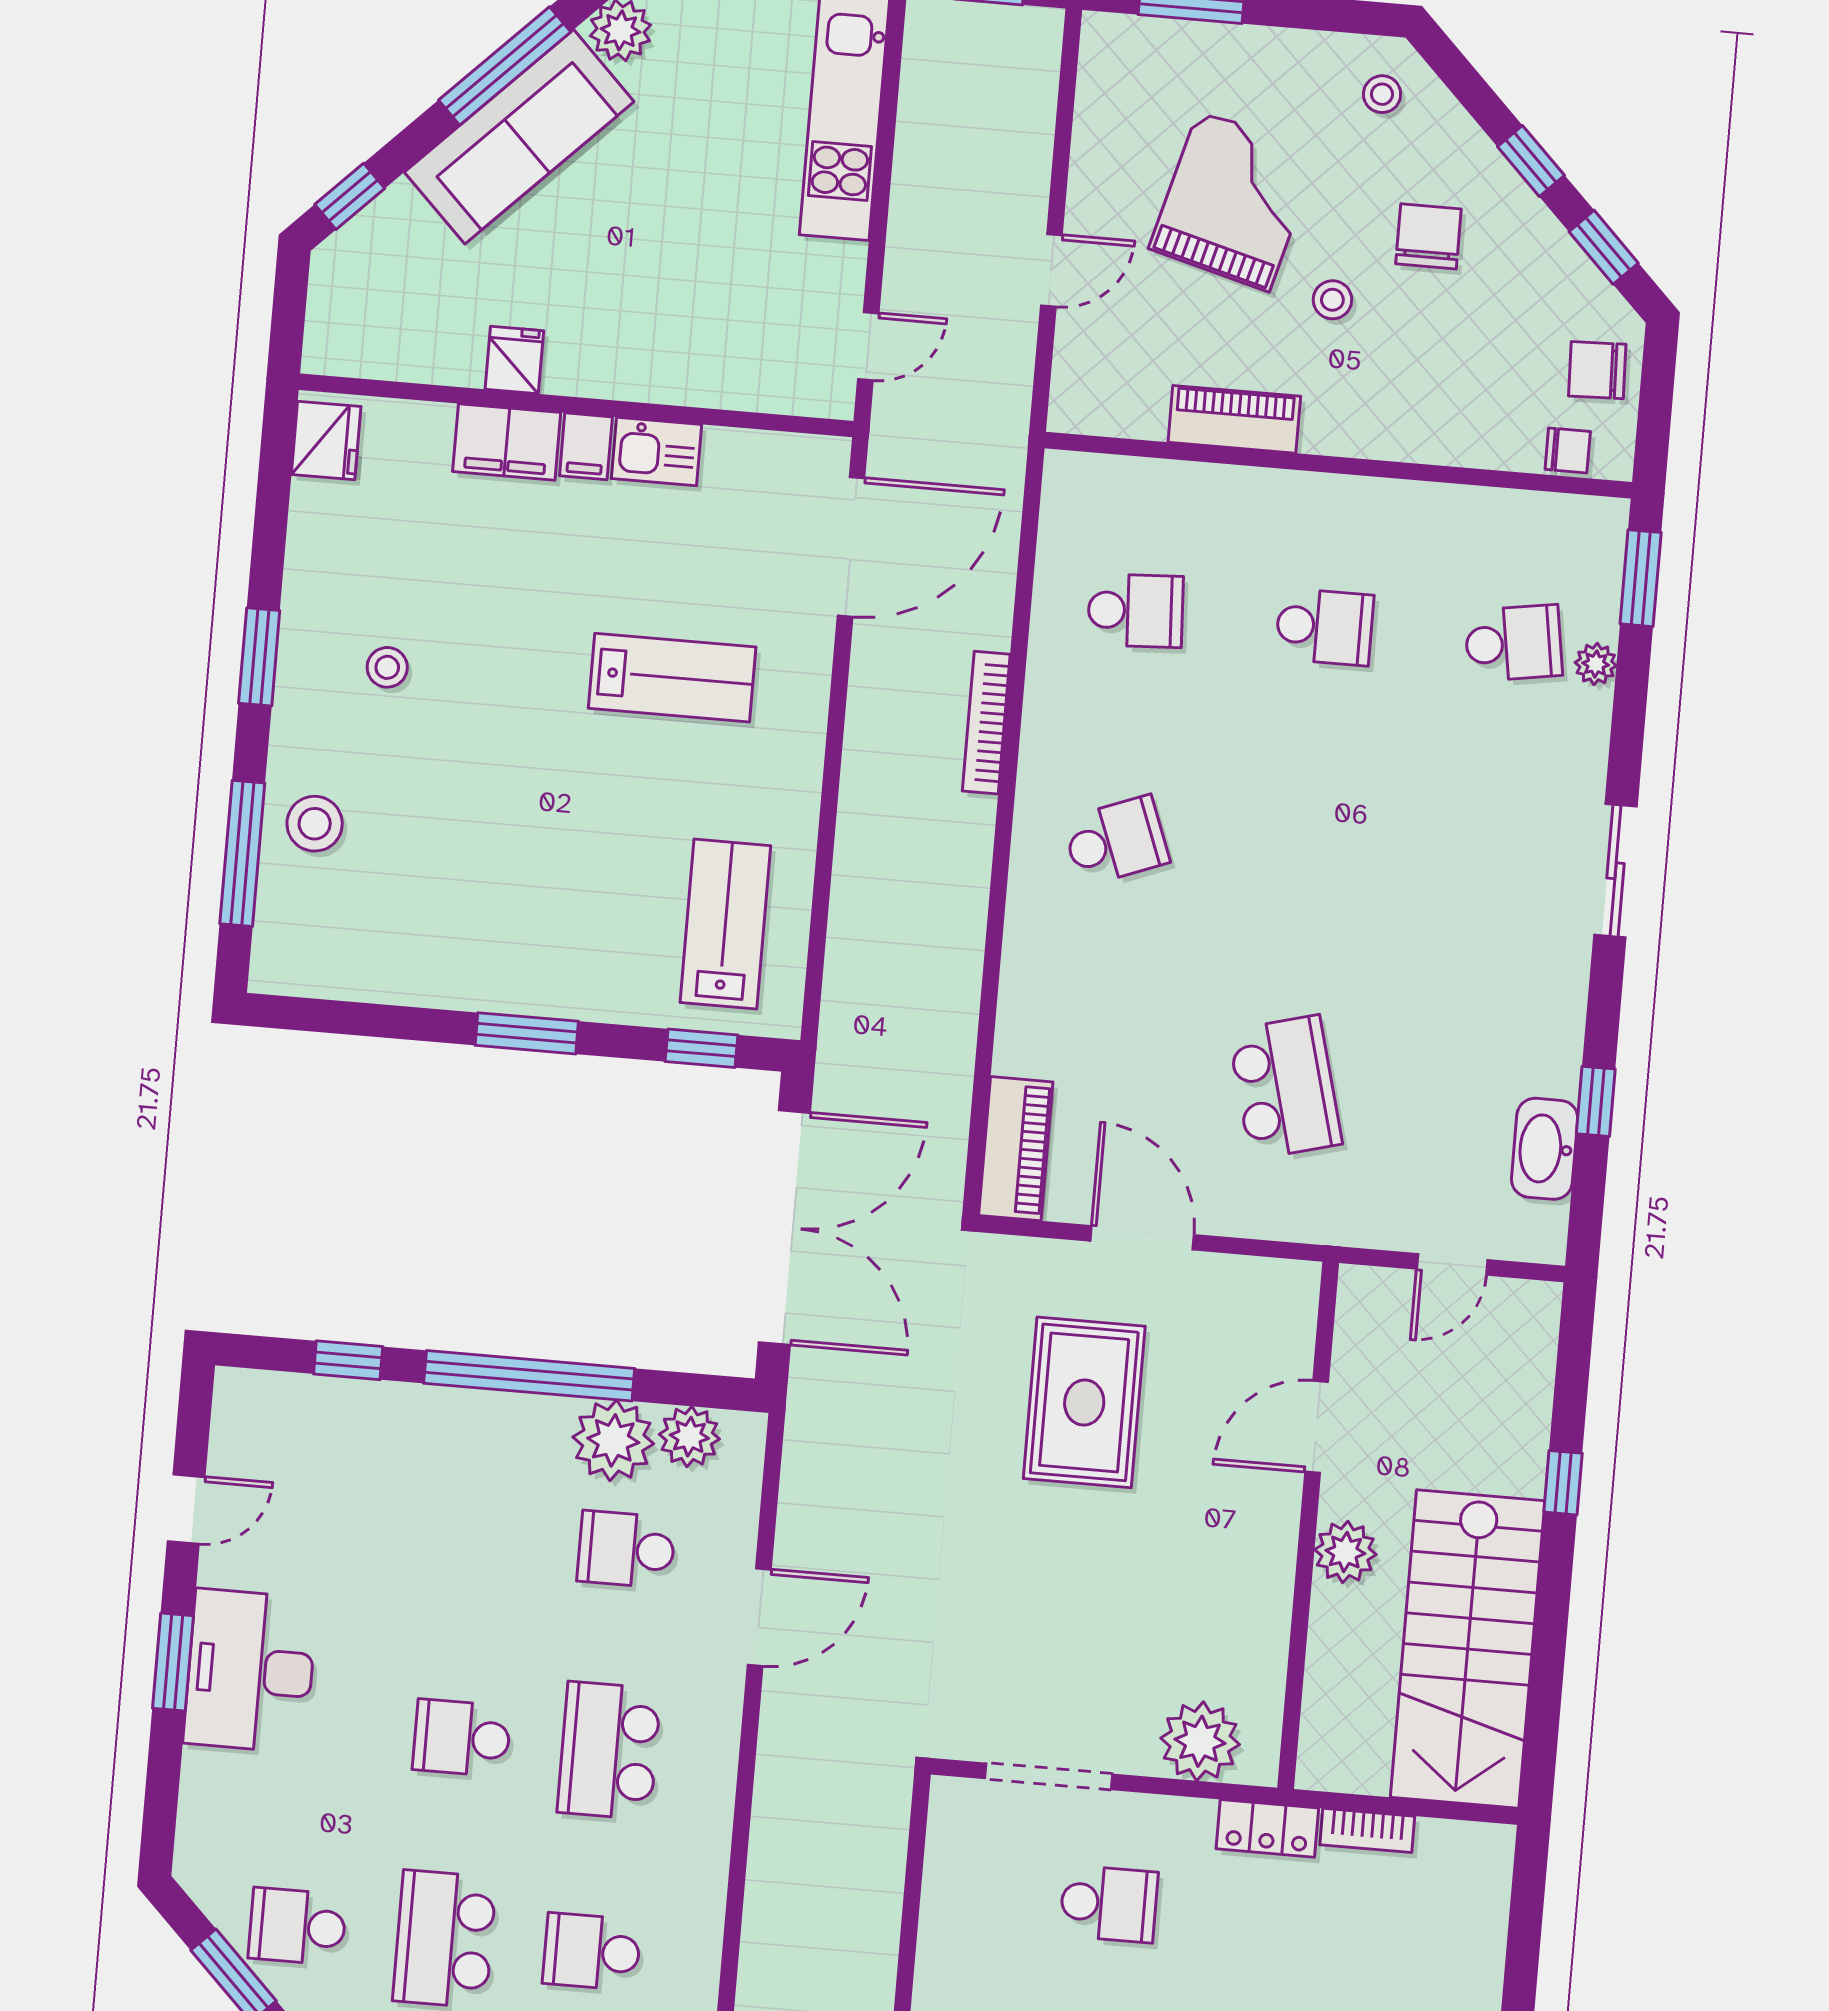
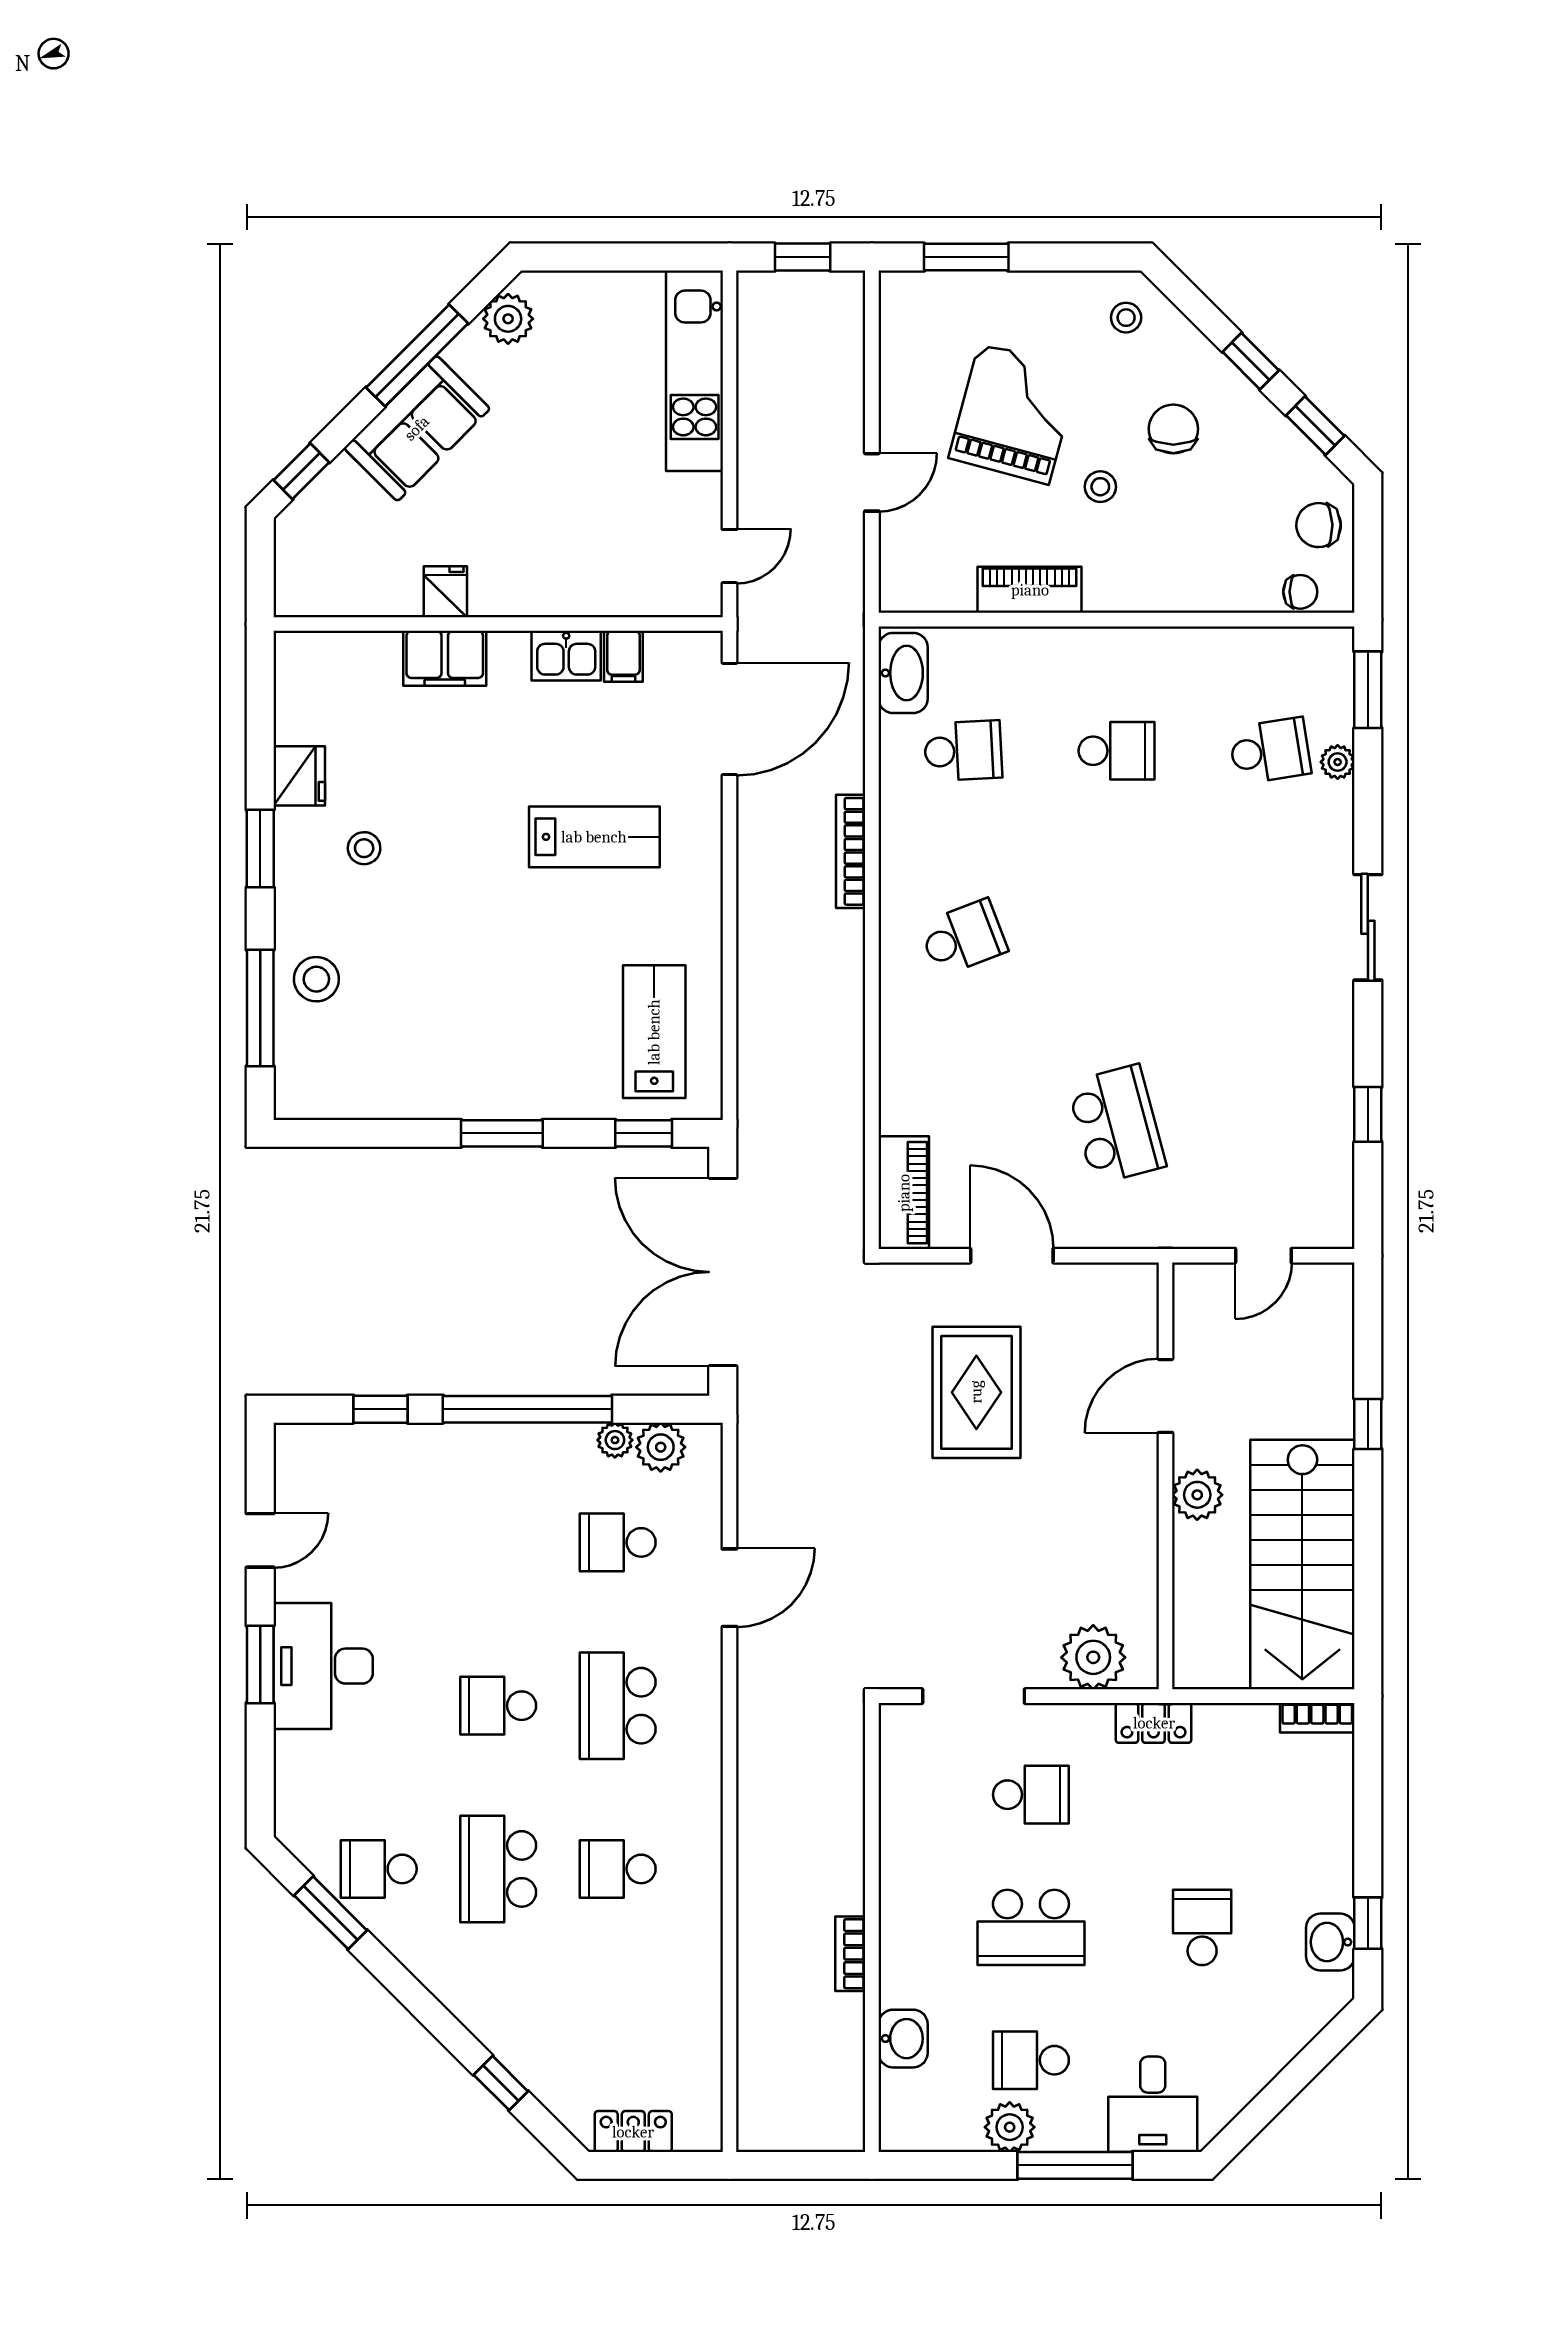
sofa: (519, 137) -> (417, 428), width x0.73
fridge: (326, 440) -> (299, 776), moved
filing cabinet: (586, 446) -> (623, 656), moved
washbasin: (1545, 1149) -> (903, 673), moved, turned 180
double door: (784, 1227) -> (723, 1272), swing flipped
plant: (613, 1440) -> (615, 1440), width x0.53, depth x0.53
bookcase: (1367, 1830) -> (1317, 1718), moved

